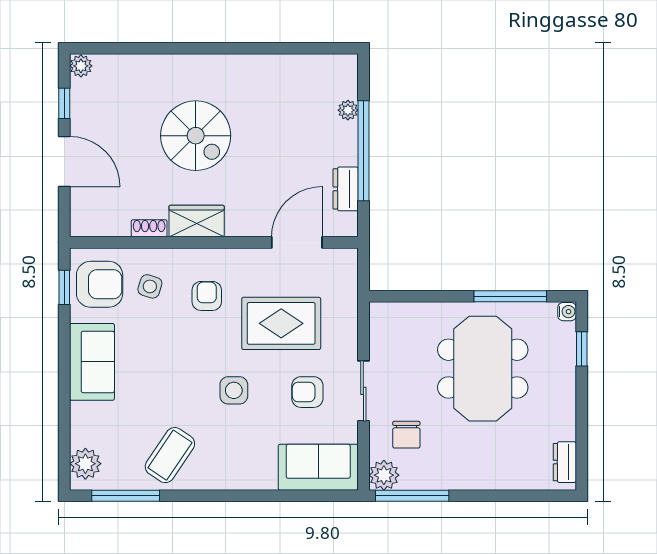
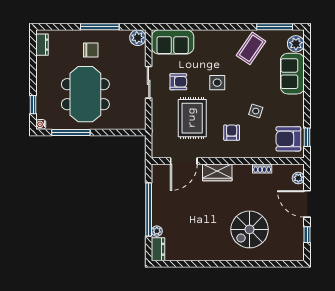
plant: (81, 66) -> (298, 178), moved
spiral stairs: (196, 136) -> (250, 229), moved, turned -90
dresser: (346, 189) -> (158, 249), moved
wardrobe: (197, 221) -> (217, 172), moved
side table: (150, 286) -> (256, 111), moved
armchair: (207, 296) -> (232, 133), turned 180
rug: (281, 323) -> (192, 118), turned 90
sofa: (92, 362) -> (292, 74), moved
chair: (406, 435) -> (91, 50), moved, turned 90
window: (412, 496) -> (100, 27), moved

